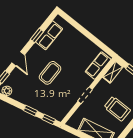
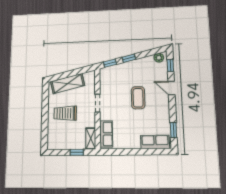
row of seats: (49, 35) -> (155, 142), moved, turned 90
window: (37, 36) -> (173, 130), moved

